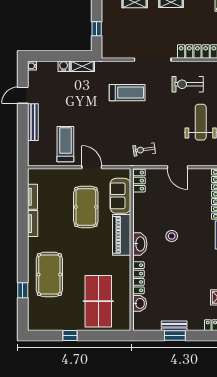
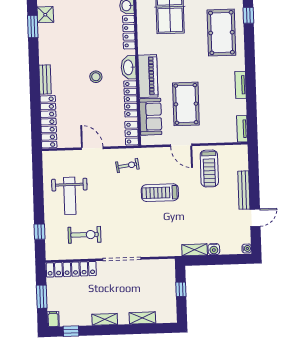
treadmill: (127, 93) -> (160, 193), moved
tv unit: (33, 197) -> (242, 129), moved
locker: (139, 214) -> (131, 99), added

